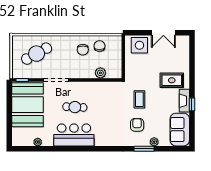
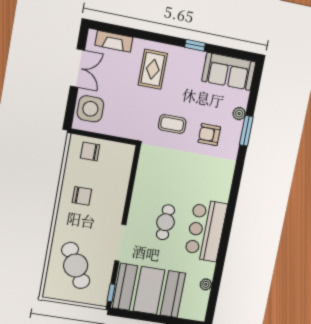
chair: (99, 46) -> (90, 151), moved
plant: (100, 73) -> (122, 176), removed
fireplace: (184, 101) -> (114, 41), moved

